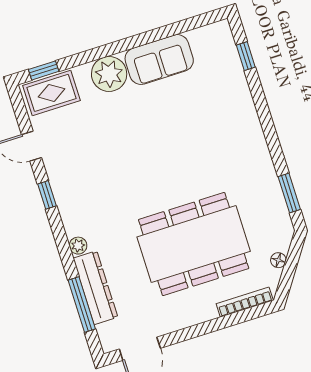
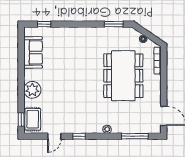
sofa: (159, 60) -> (33, 52), moved
dresser: (95, 288) -> (129, 127), removed

